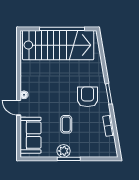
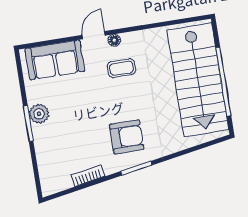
coffee table: (66, 124) -> (121, 68), moved

